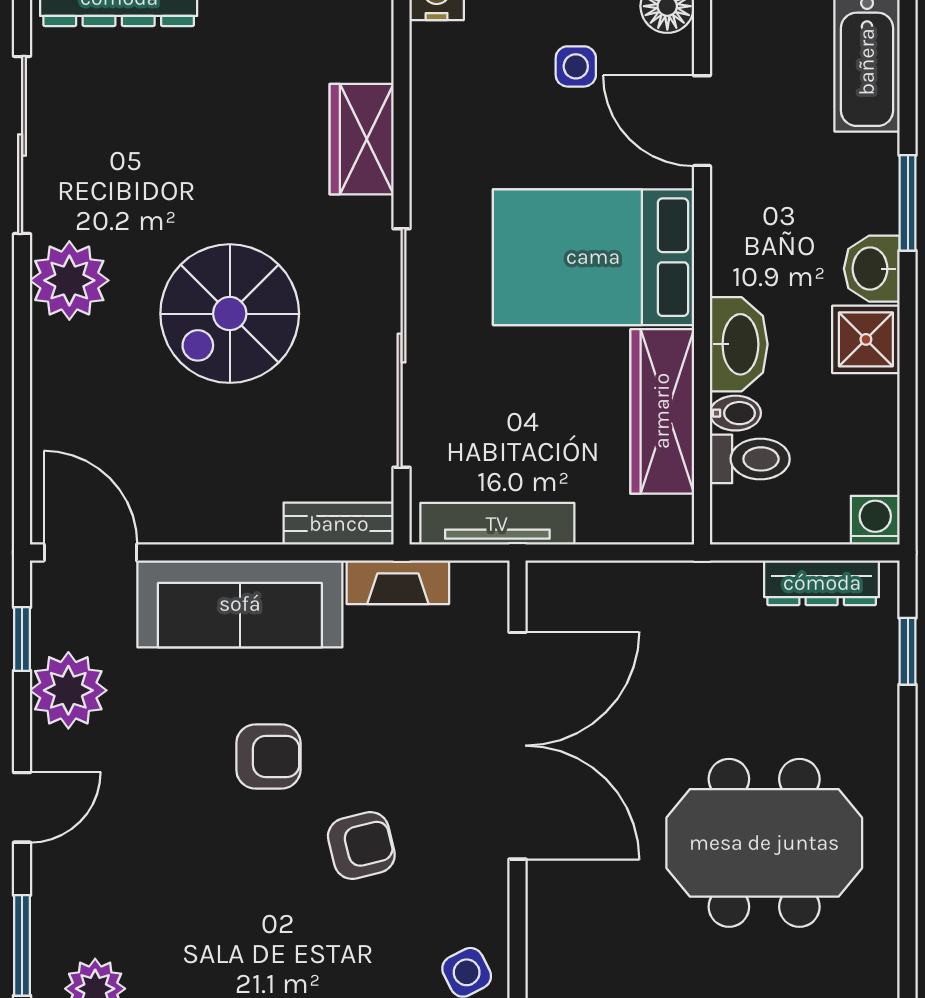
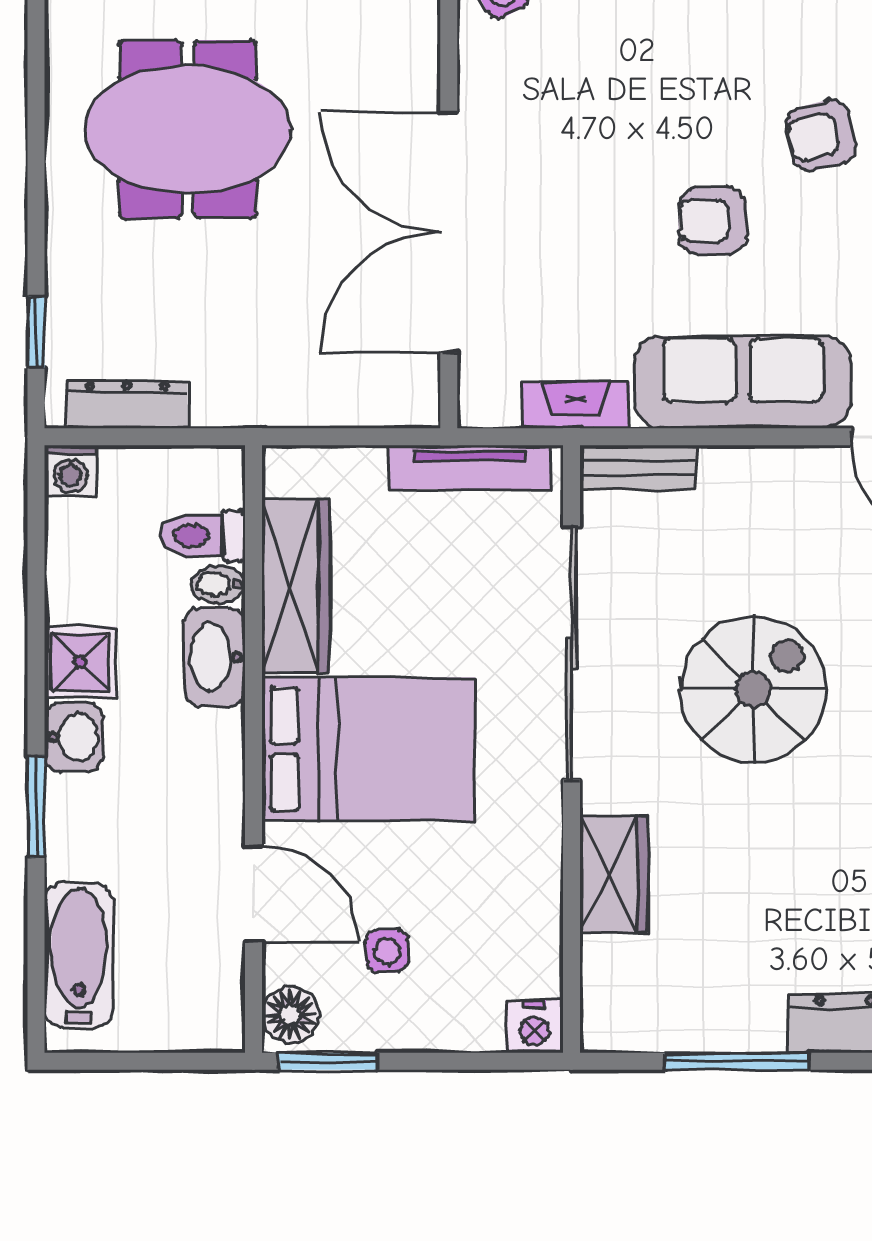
armchair: (361, 846) -> (821, 135), moved

